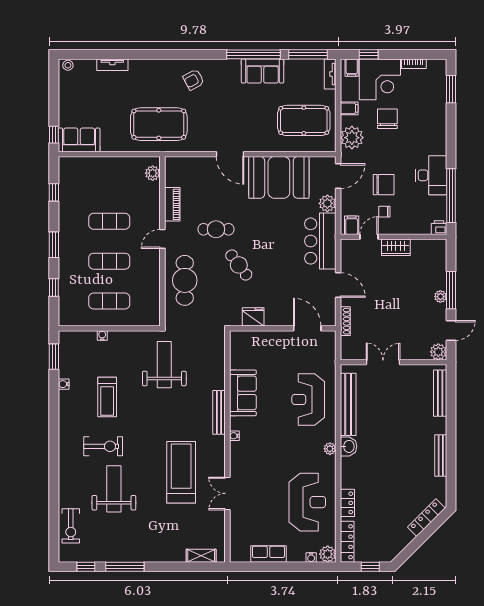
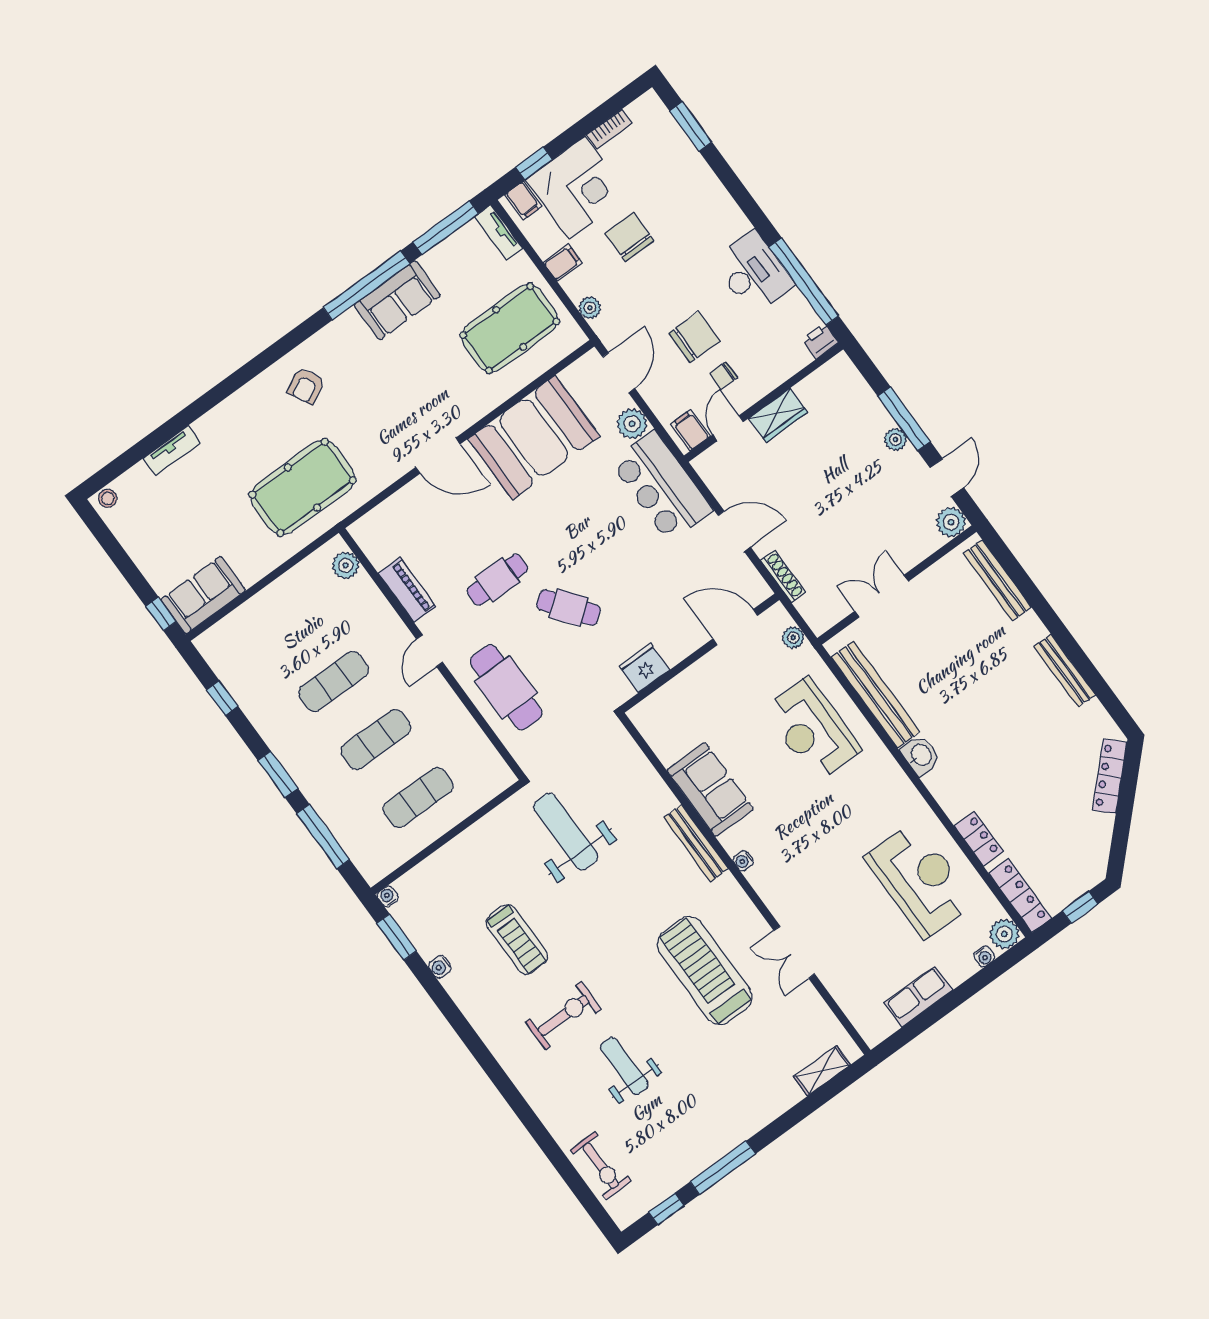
plant: (352, 138) -> (590, 308), width x0.53, depth x0.53
window: (54, 287) -> (323, 837), width x2.17
water cooler: (102, 335) -> (388, 896), moved
plant: (330, 449) -> (793, 637), moved
weight bench: (114, 489) -> (624, 1066), width x0.73, depth x0.75

